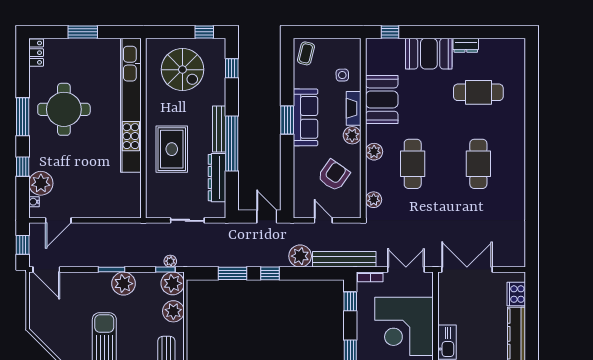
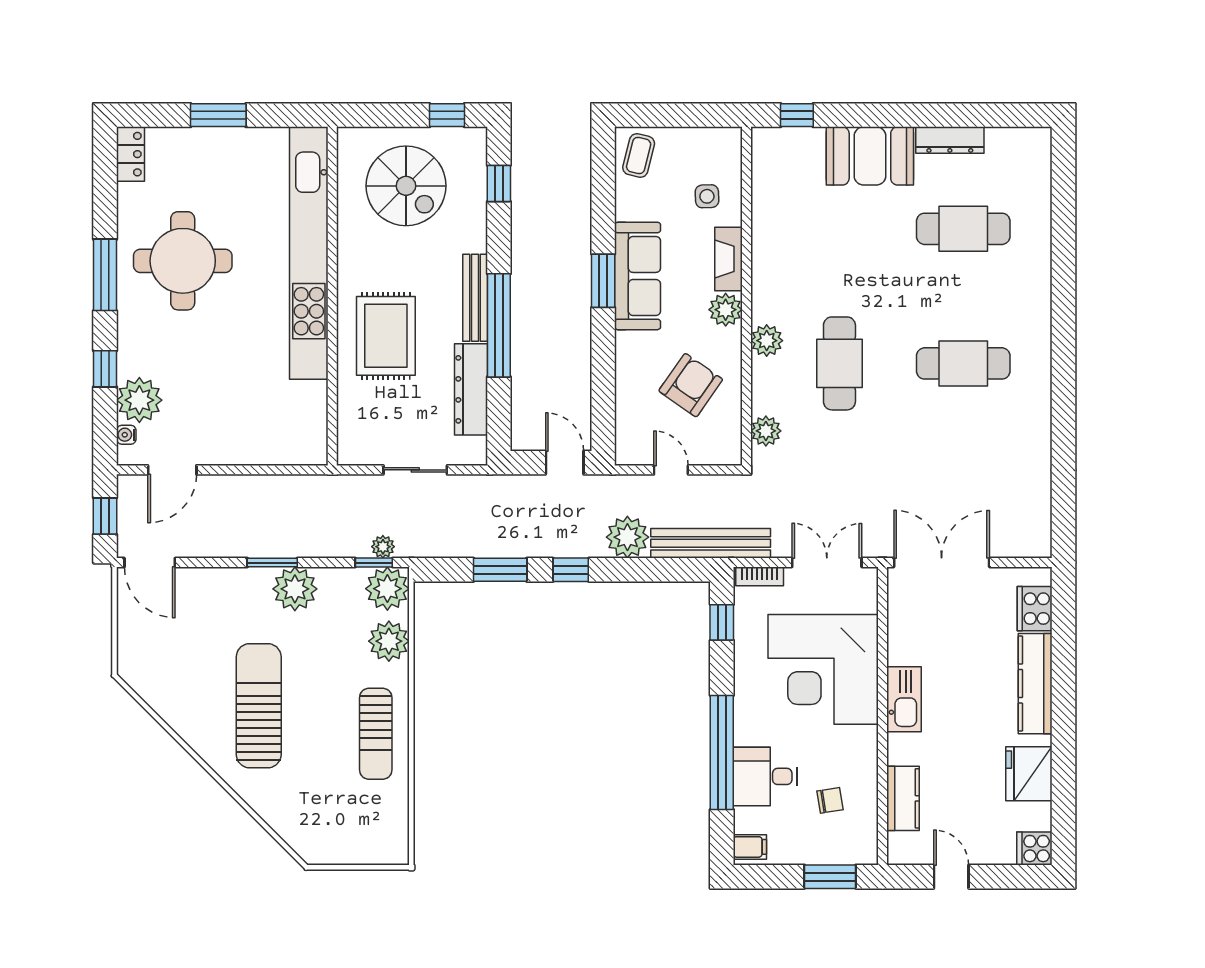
dresser: (466, 45) -> (950, 140), width x1.44
booth: (382, 100) -> (781, 242), removed
cafe table: (478, 164) -> (963, 363), turned 90

